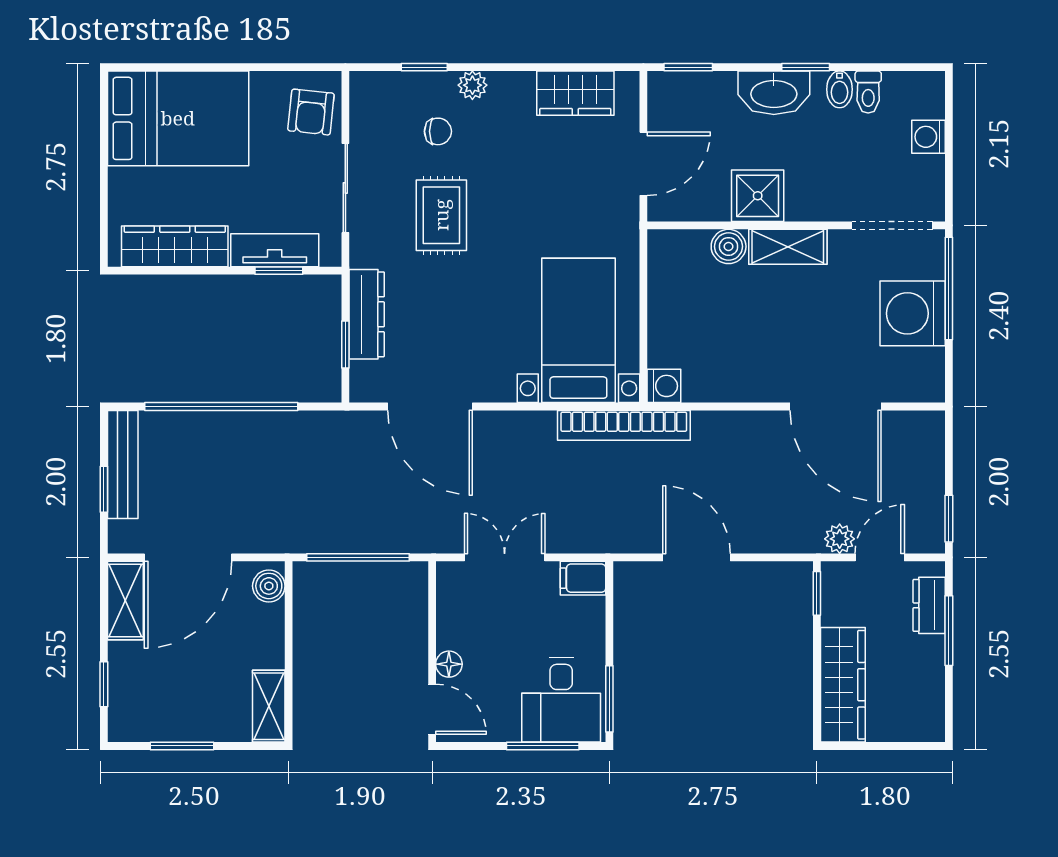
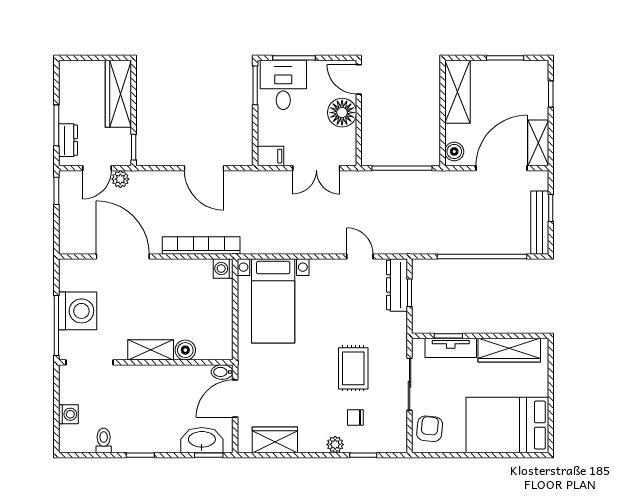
bidet: (840, 89) -> (222, 372), moved, turned -90
washbasin: (774, 93) -> (202, 440), moved
shower: (758, 196) -> (168, 380), removed
dresser: (367, 314) -> (397, 285), moved
door: (430, 407) -> (360, 256), width x0.53
bookcase: (624, 425) -> (201, 245), moved
floor lamp: (449, 664) -> (342, 113), width x1.89, depth x1.89
shelving: (269, 706) -> (457, 92), width x1.50, depth x1.33

